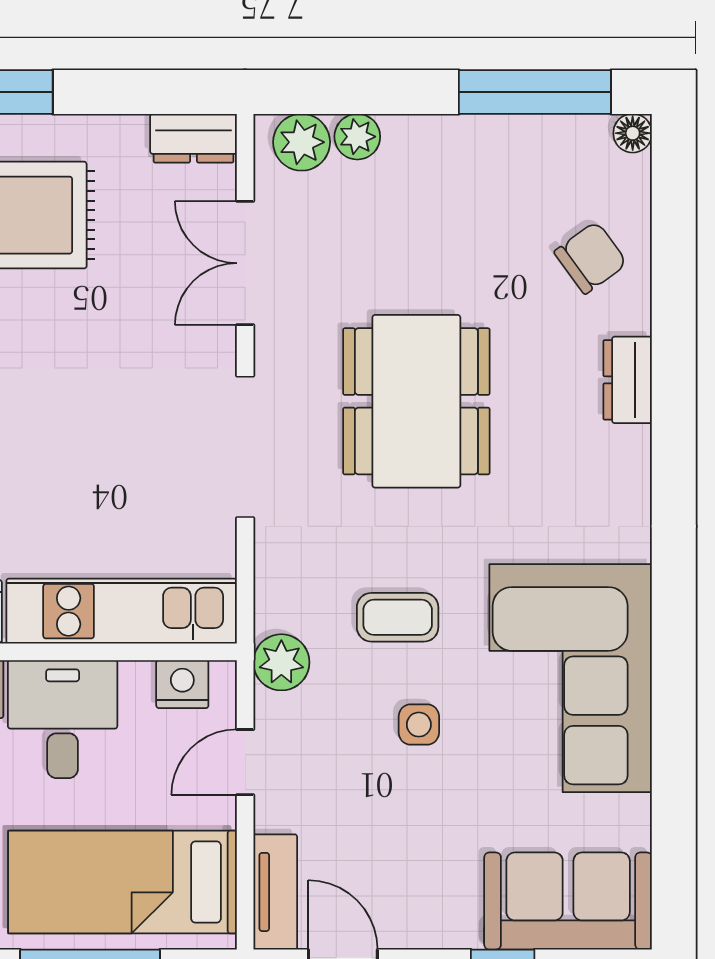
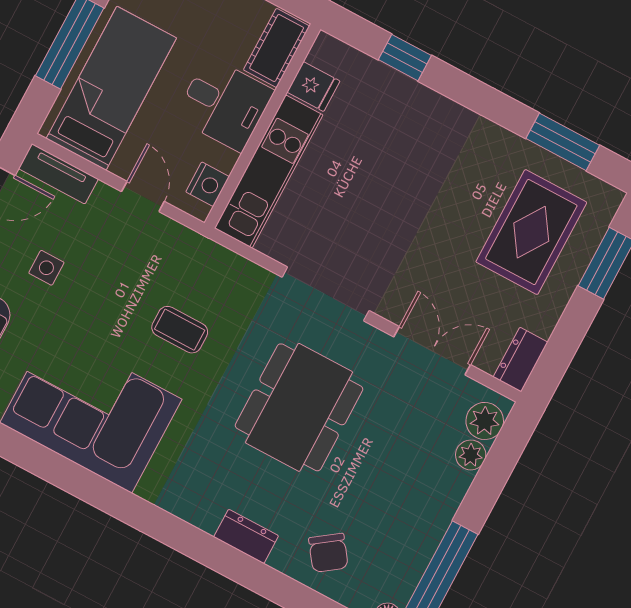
dining table: (416, 401) -> (299, 407), turned 90
coffee table: (398, 617) -> (180, 330), turned 90
plant: (281, 662) -> (190, 248), removed
side table: (419, 725) -> (46, 268), moved

